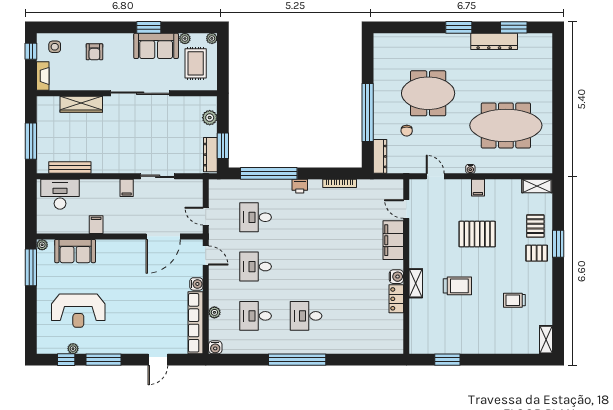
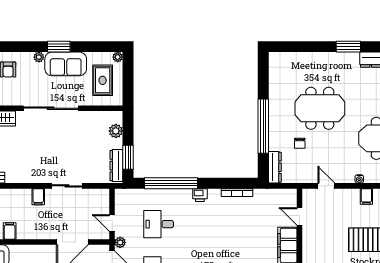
plant: (185, 38) -> (39, 57), moved
plant: (214, 237) -> (120, 242), added

